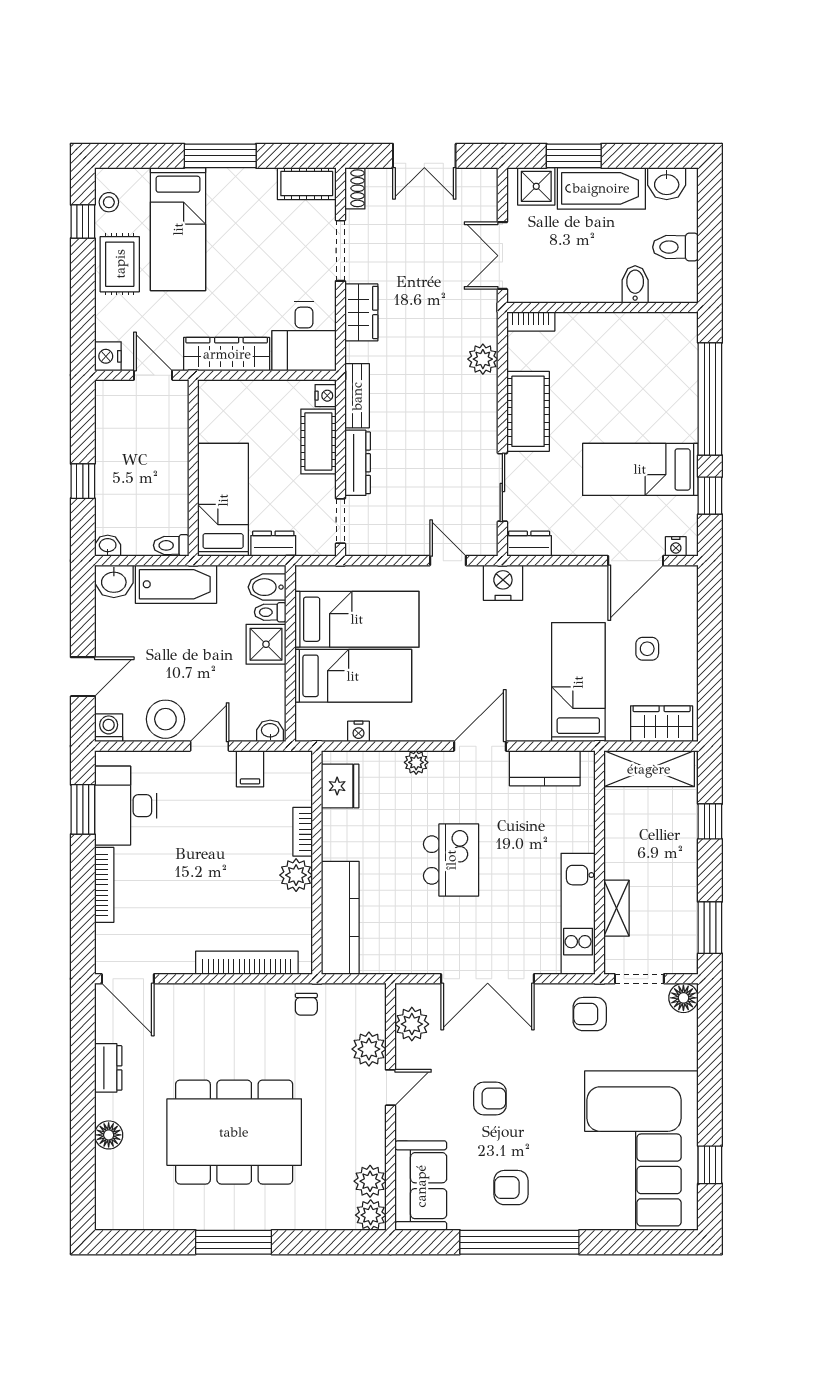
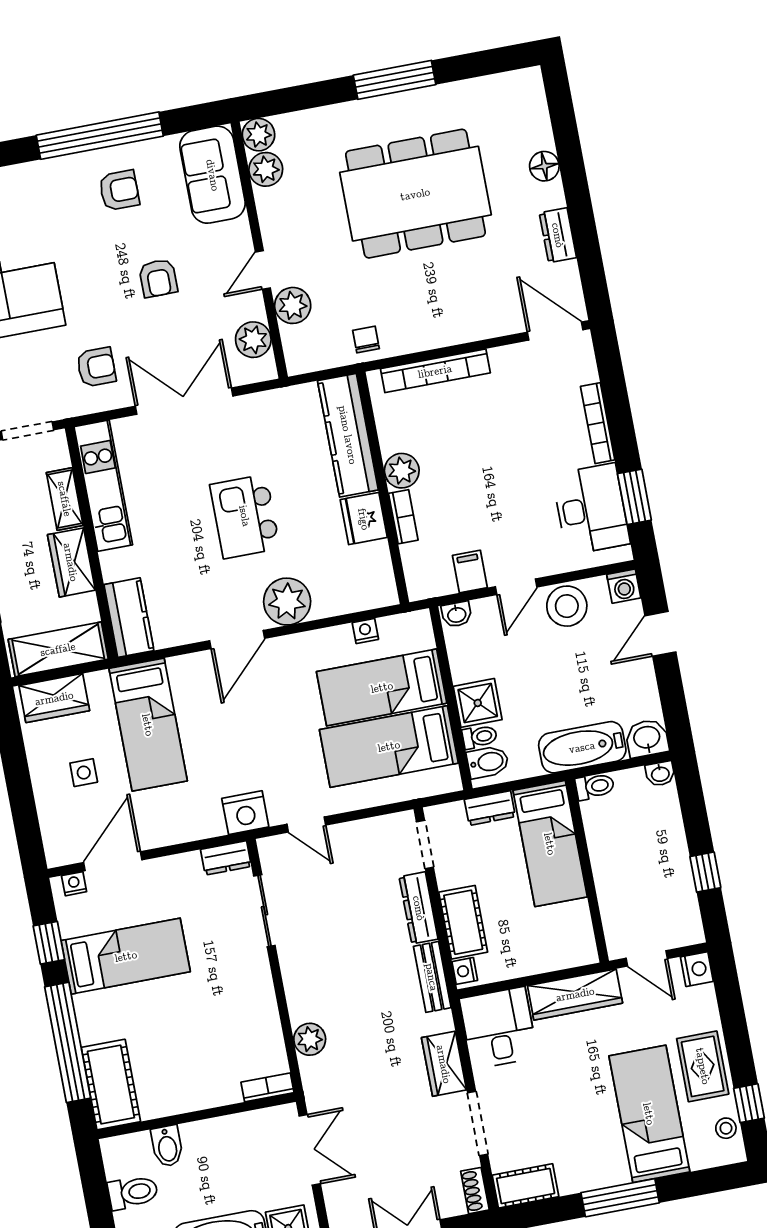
cot: (528, 411) -> (111, 1085), moved
window: (83, 481) -> (705, 872), moved
plant: (416, 762) -> (287, 602), width x1.88, depth x1.88
kitchen counter: (545, 768) -> (129, 618), moved, turned 90
fridge: (340, 786) -> (364, 519), moved
wardrobe: (621, 848) -> (71, 562), added
armchair: (590, 1014) -> (96, 367), moved
armchair: (490, 1098) -> (158, 278), turned -90

